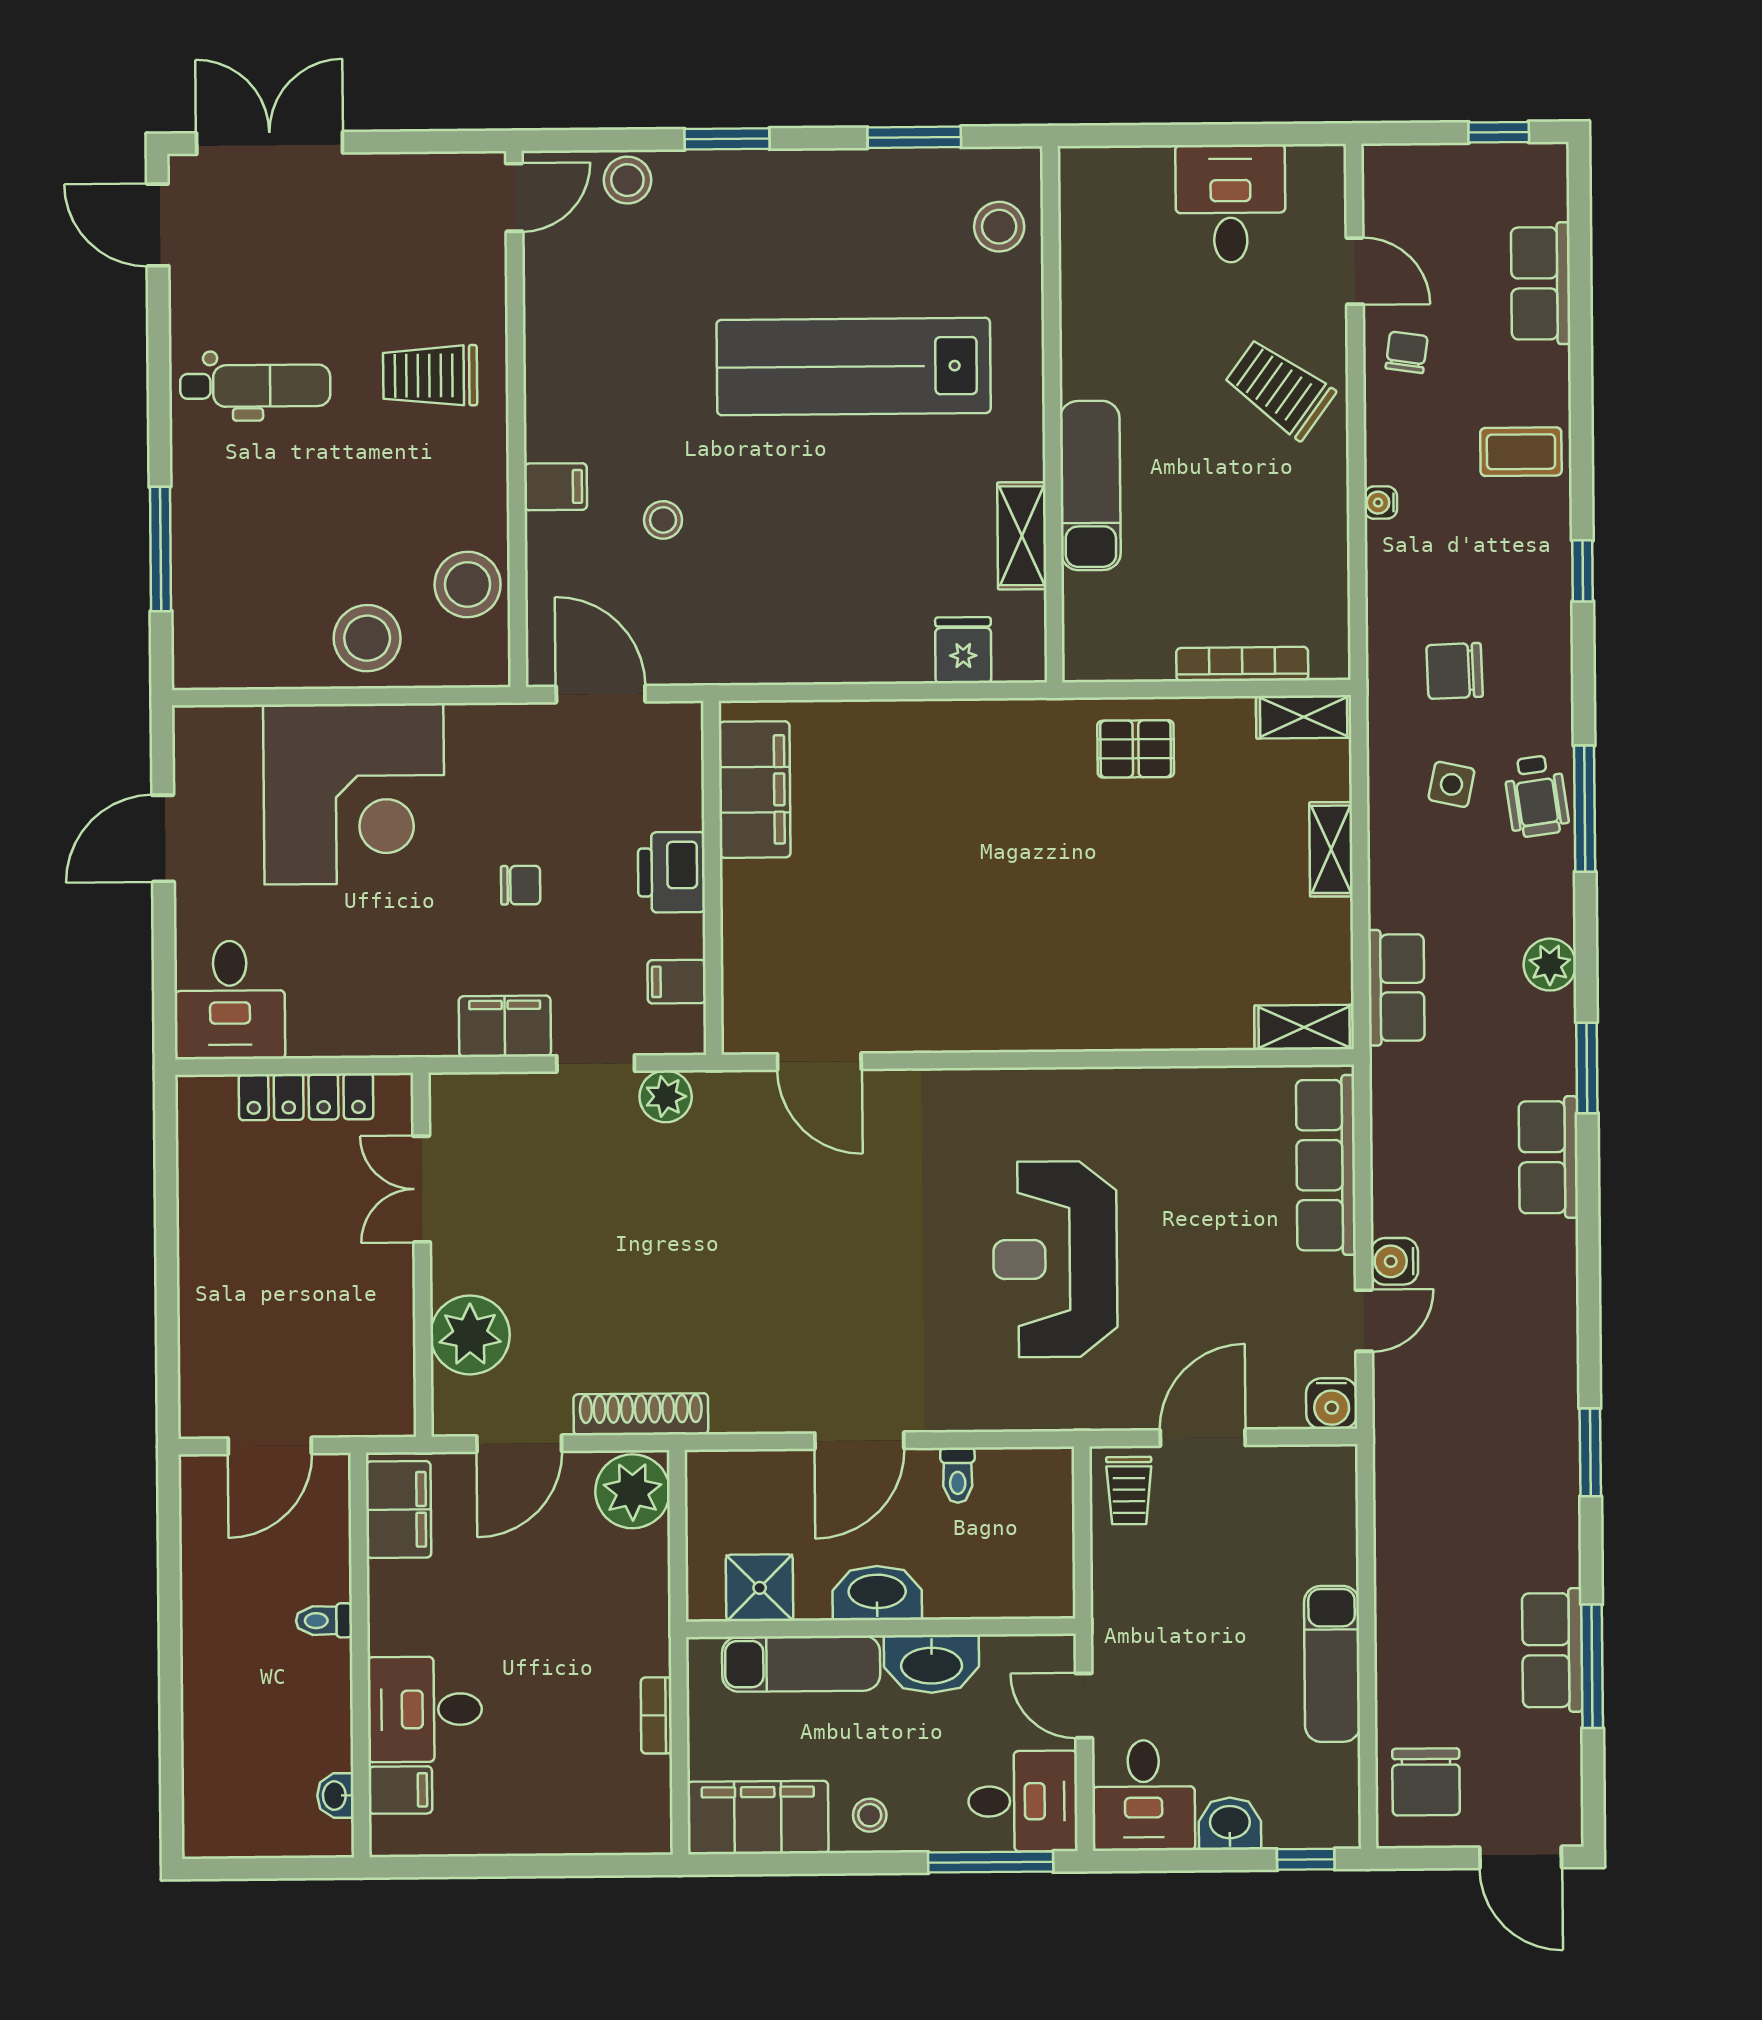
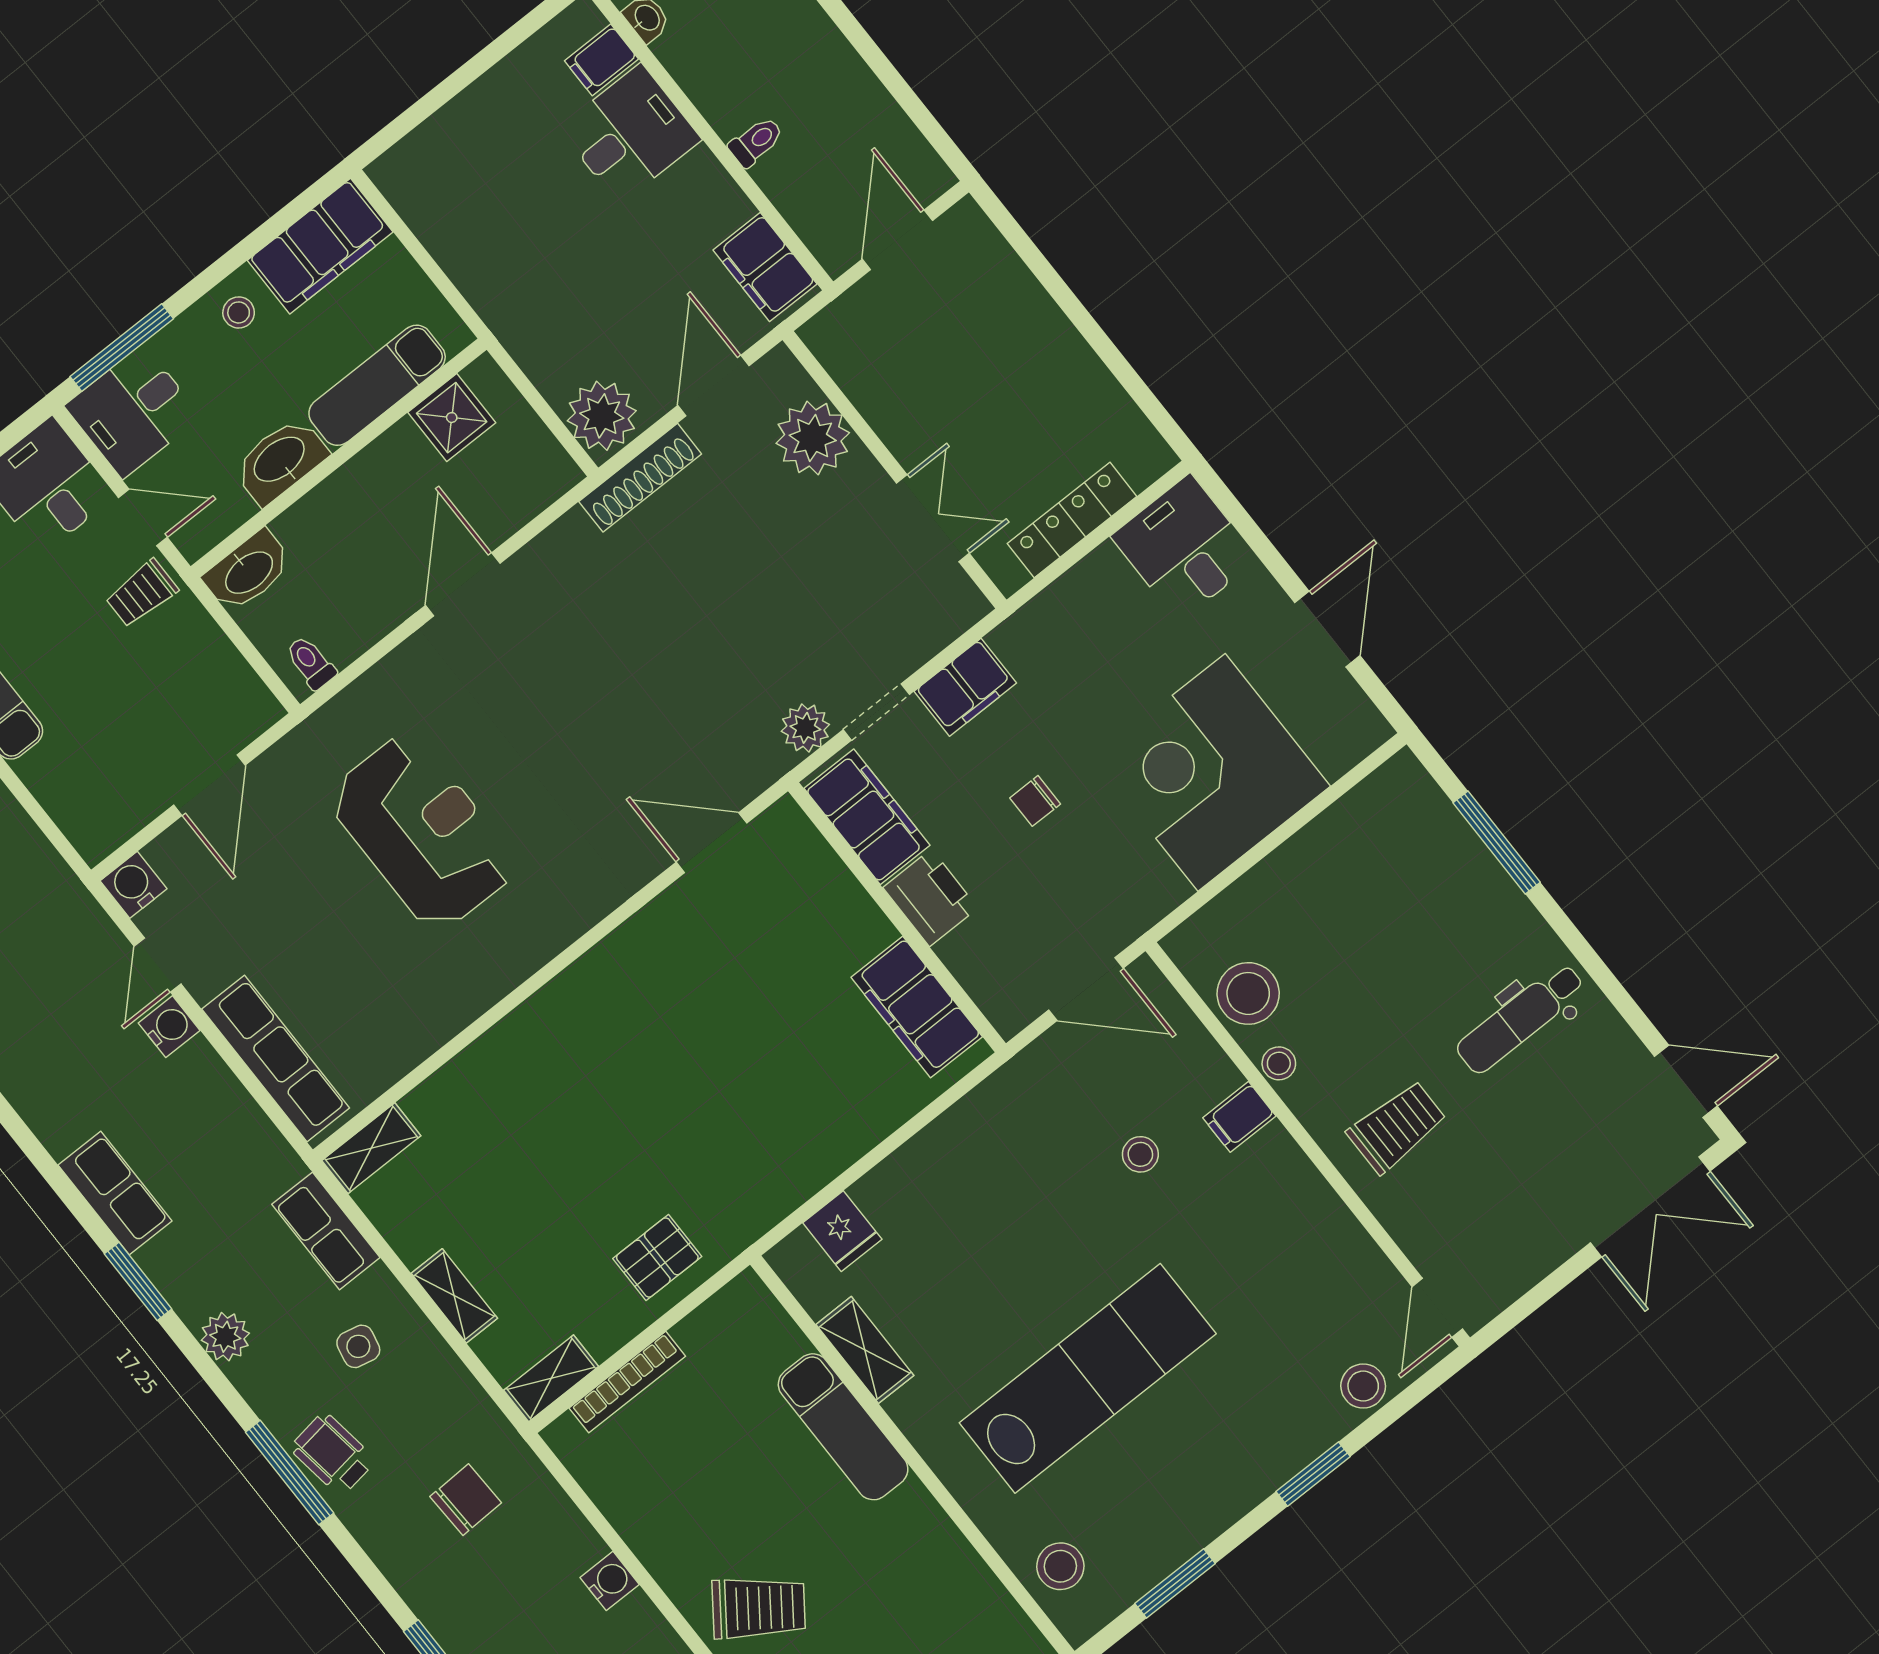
water cooler: (1381, 503) -> (610, 1581), width x1.38, depth x1.38
stool: (367, 638) -> (1279, 1063), moved, width x0.53, depth x0.53
side table: (1451, 784) -> (358, 1346), moved
filing cabinet: (677, 982) -> (867, 817), width x3.00, depth x1.17
toilet: (958, 1475) -> (311, 663), moved
trolley: (1129, 1491) -> (142, 593), moved, turned -90
washbasin: (877, 1593) -> (248, 571), moved
bookcase: (656, 1715) -> (455, 263), removed

